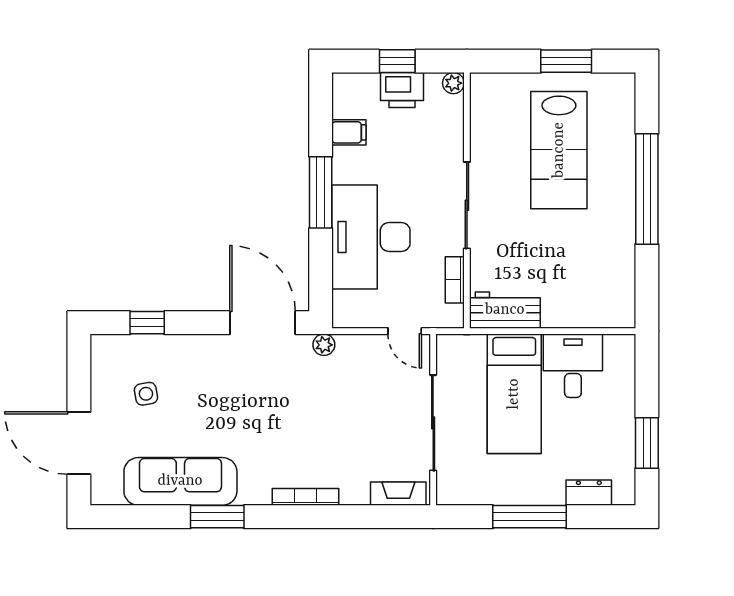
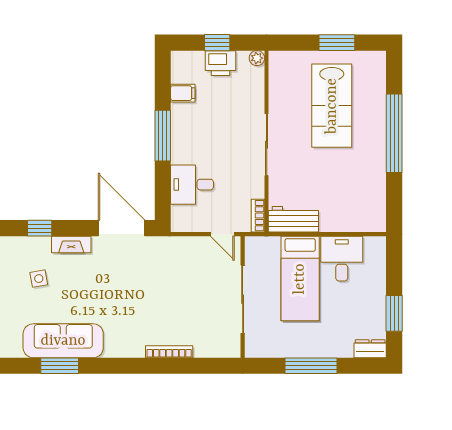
desk: (371, 237) -> (192, 185), width x0.53, depth x0.77
bookcase: (455, 280) -> (258, 216), moved
plant: (324, 345) -> (165, 244), removed
dresser: (589, 493) -> (370, 349), moved
fireplace: (398, 494) -> (71, 244), moved, turned 180
bookcase: (305, 497) -> (169, 352), moved
window: (217, 517) -> (60, 366), moved

